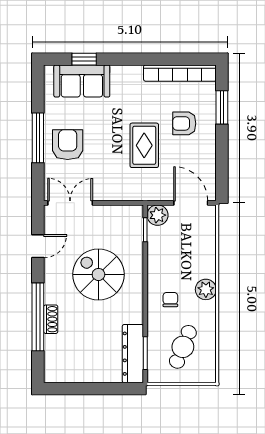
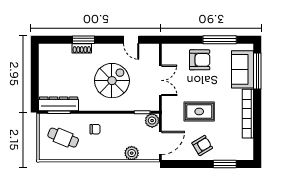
window: (84, 59) -> (257, 71), width x2.17
bookcase: (180, 73) -> (248, 114), moved
armchair: (184, 123) -> (202, 146), moved, turned 59
window: (38, 138) -> (220, 40), moved
double door: (70, 203) -> (160, 80), moved
plant: (206, 289) -> (132, 153), moved
window: (38, 317) -> (83, 40), width x0.47

